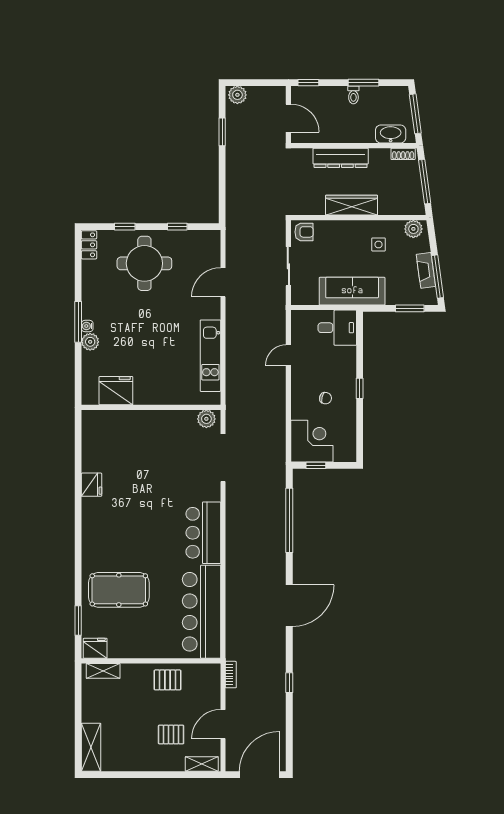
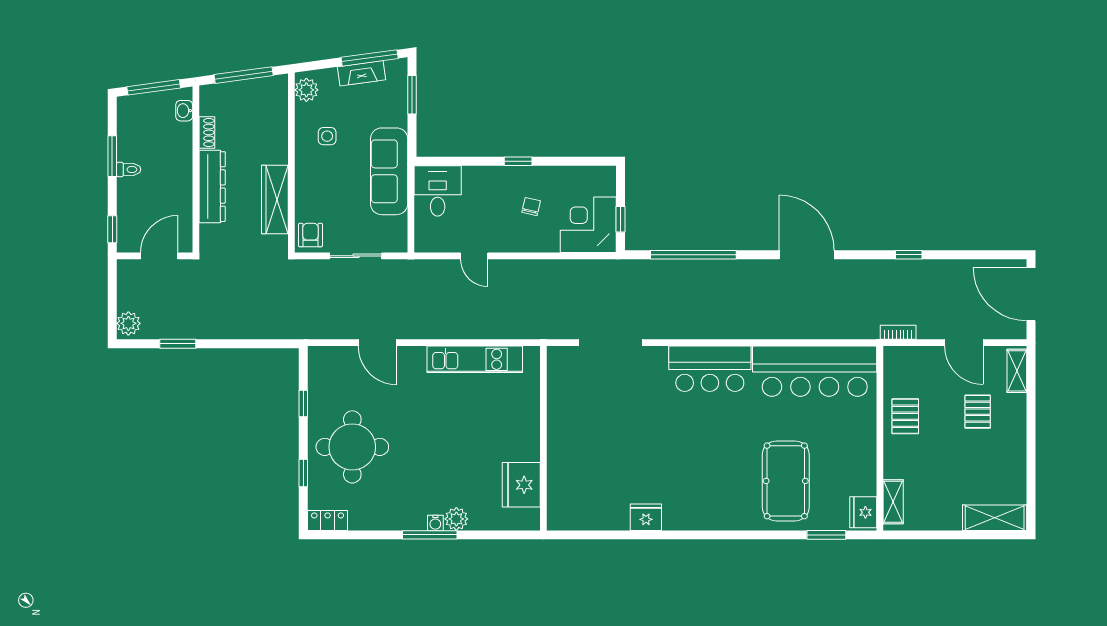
washbasin: (391, 134) -> (184, 111), width x0.52, depth x0.69
shoe rack: (403, 154) -> (207, 132), moved
wardrobe: (352, 205) -> (275, 199), moved
plant: (206, 419) -> (559, 365), removed

